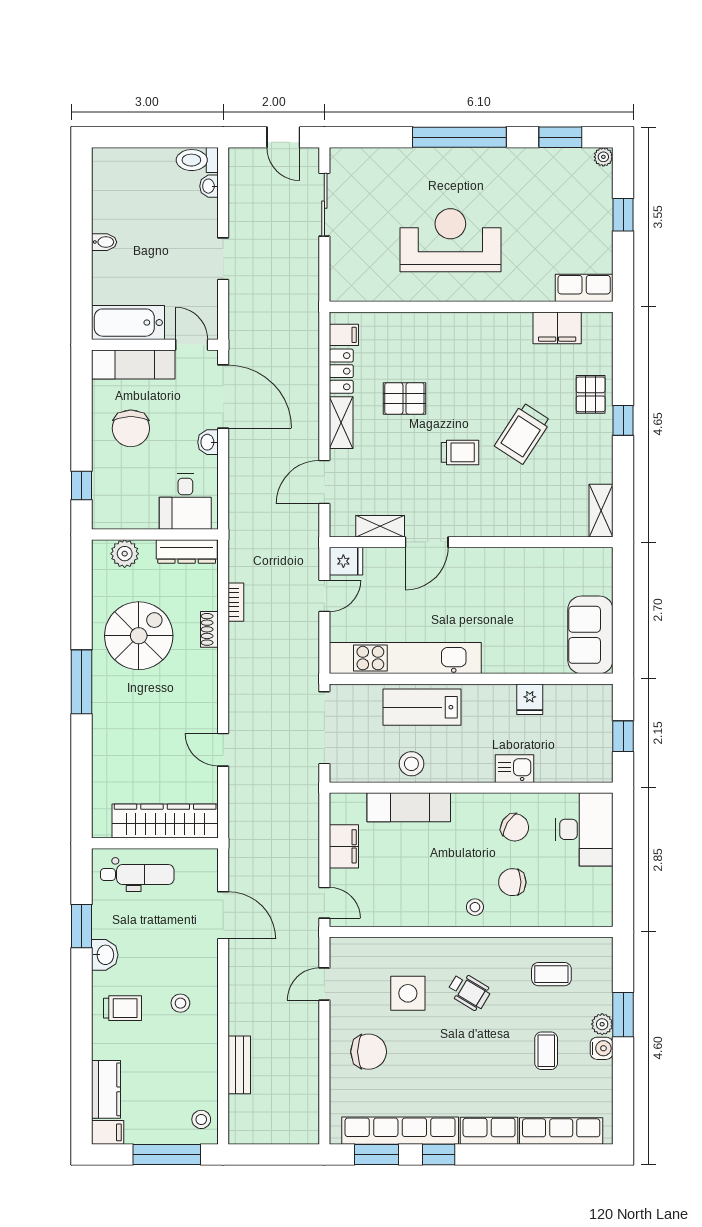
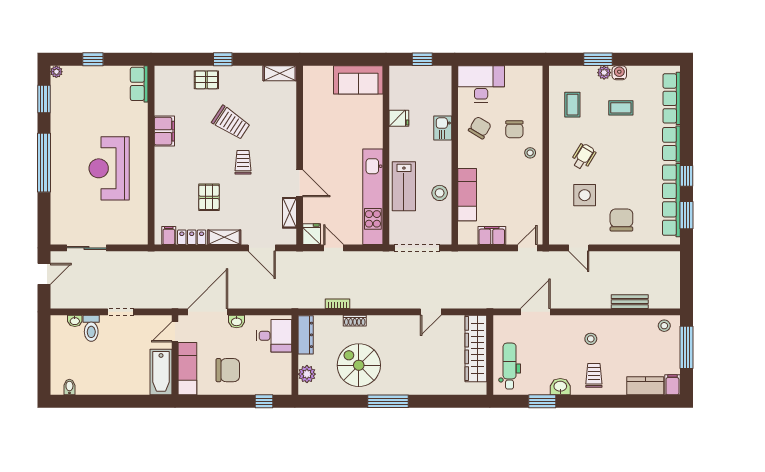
toilet: (197, 160) -> (91, 328), moved
bidet: (104, 242) -> (69, 387), moved
filing cabinet: (557, 328) -> (164, 131), moved

